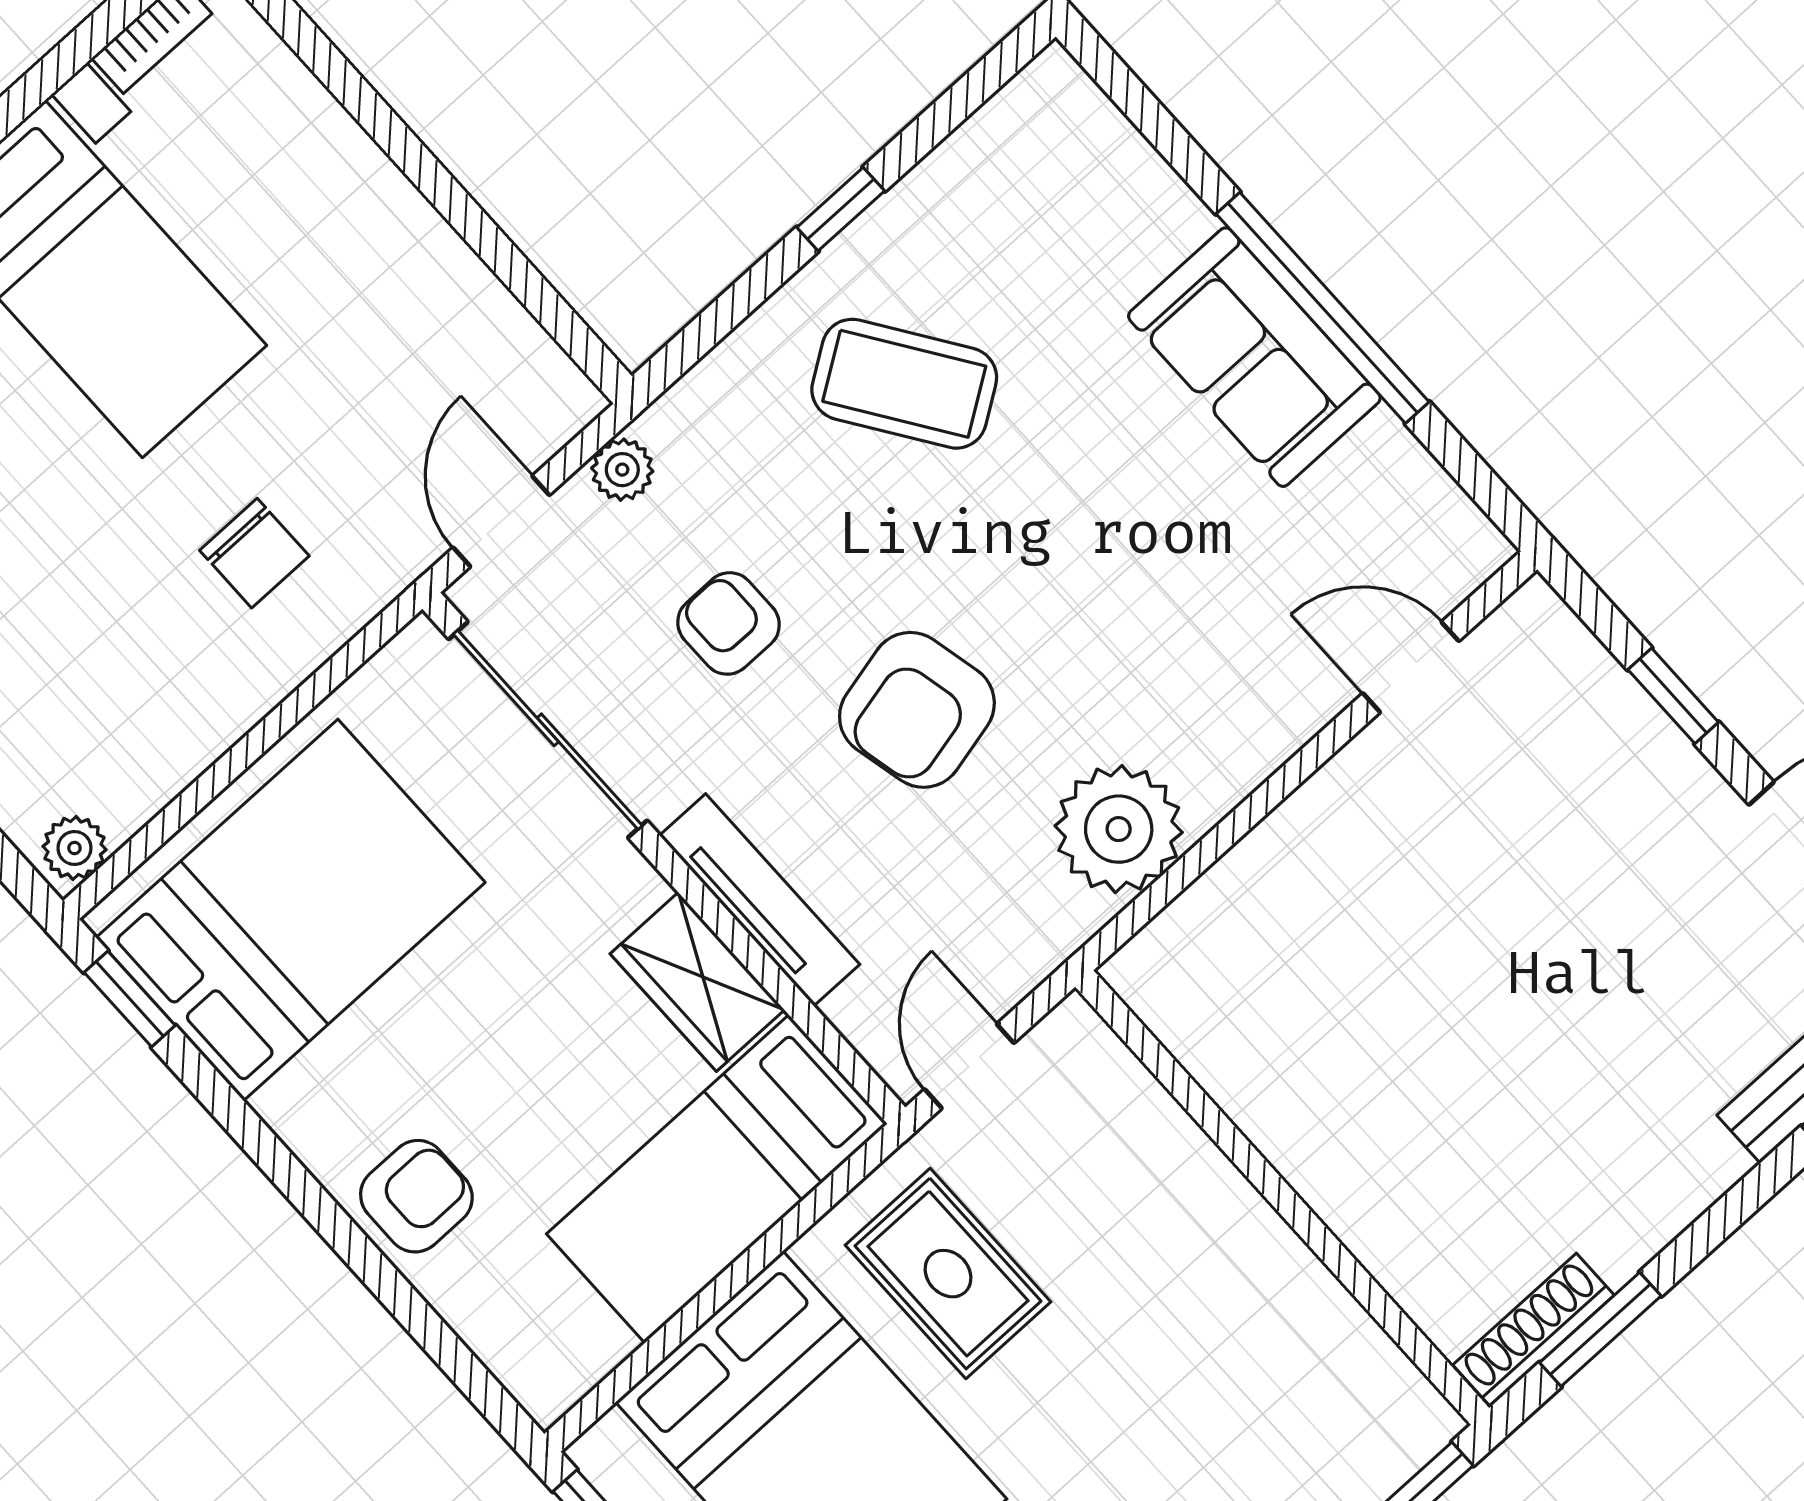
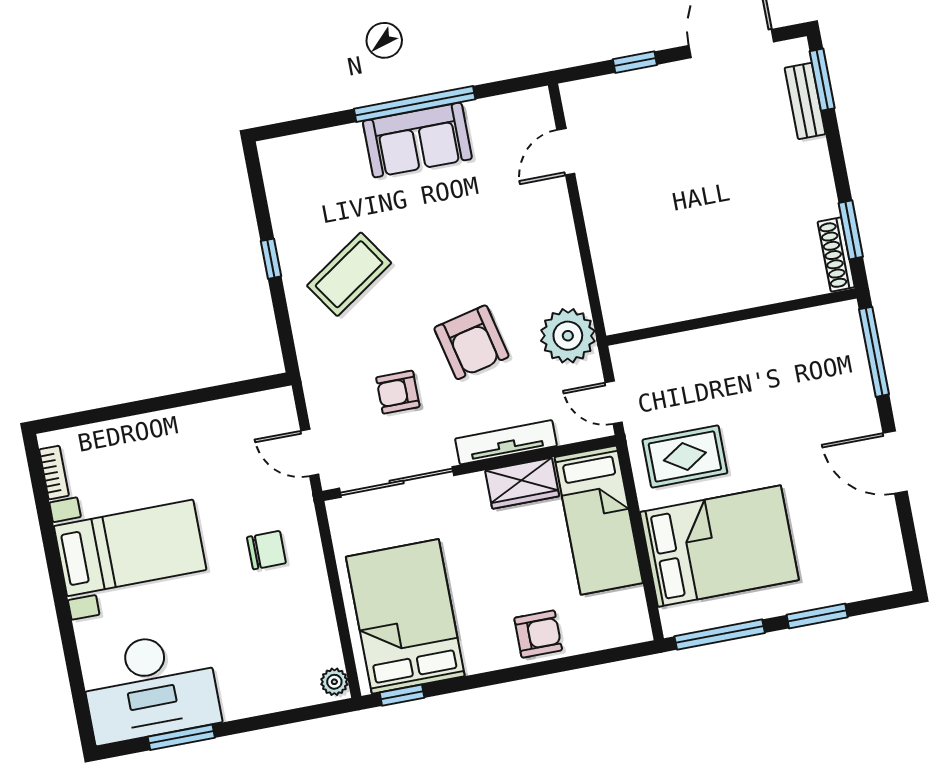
plant: (622, 470) -> (318, 397), removed
plant: (1119, 829) -> (568, 336), moved
armchair: (416, 1196) -> (538, 634), turned 90

